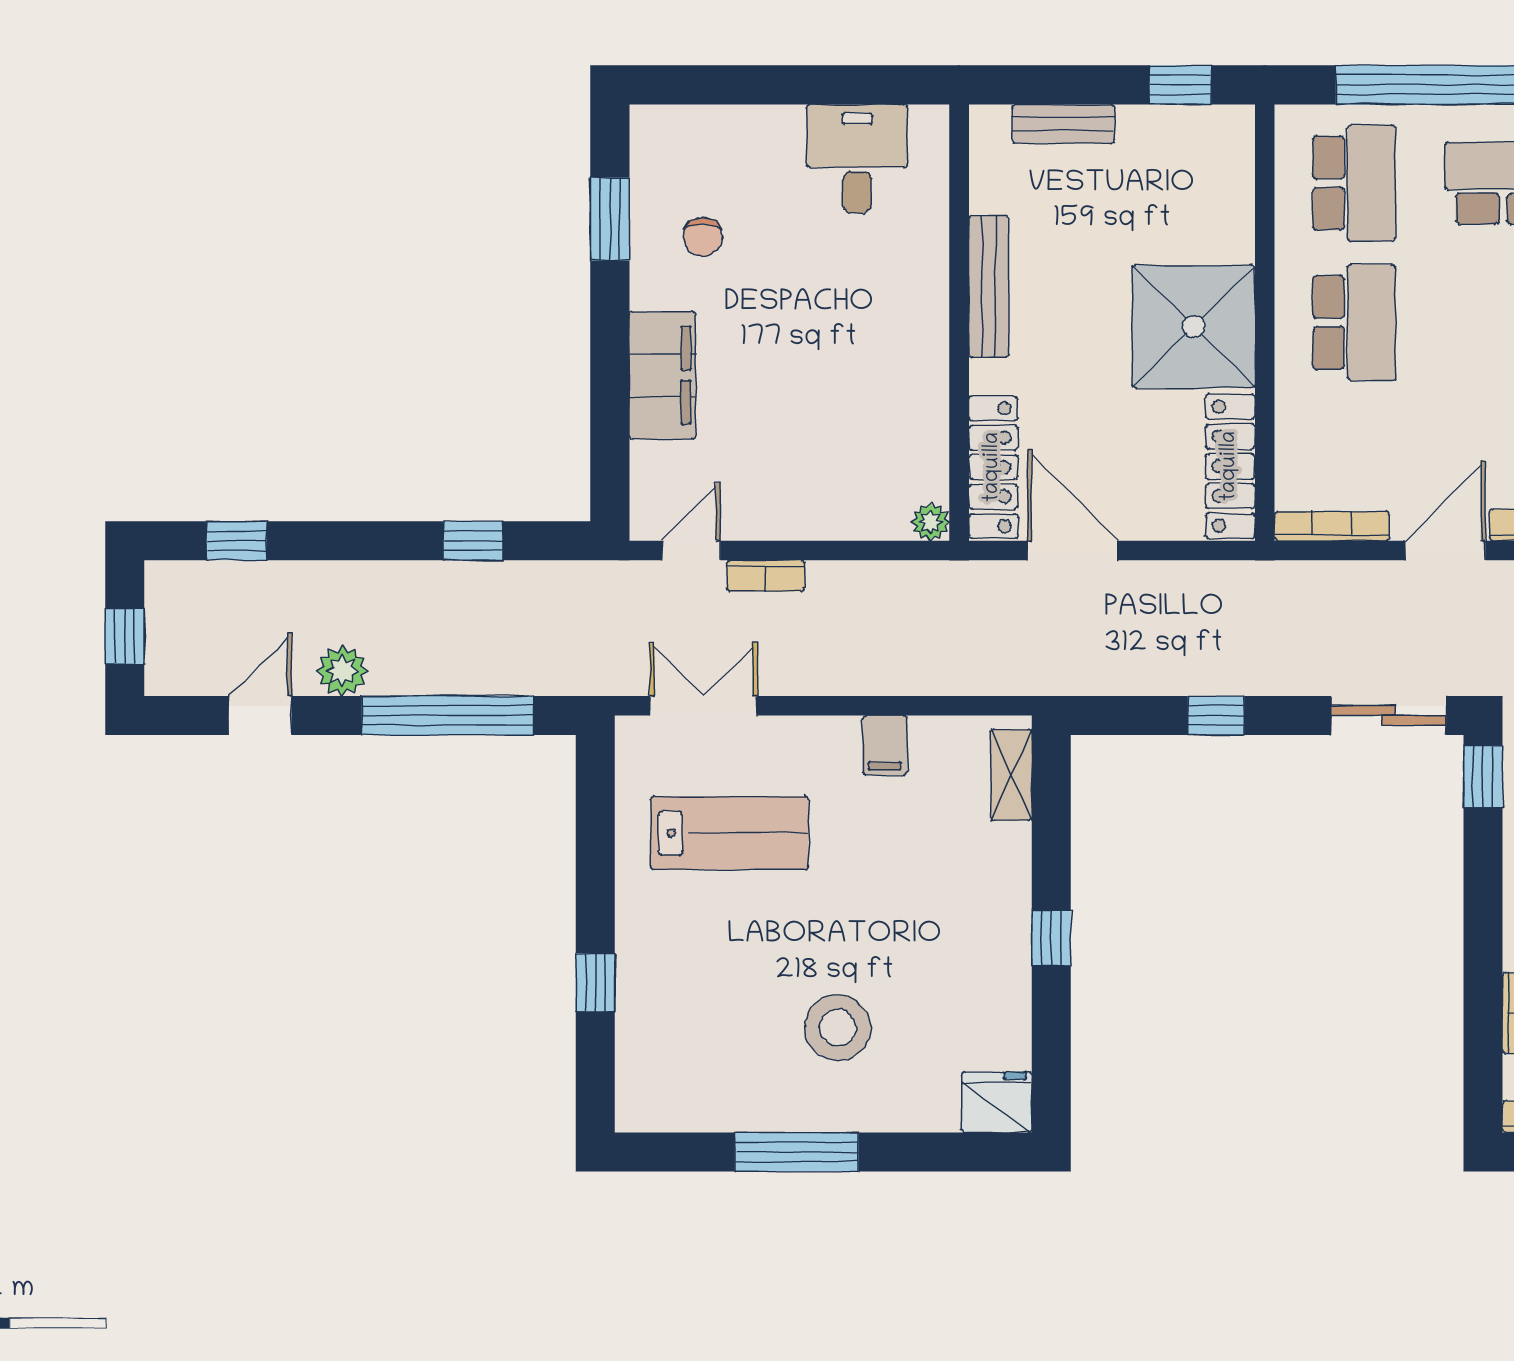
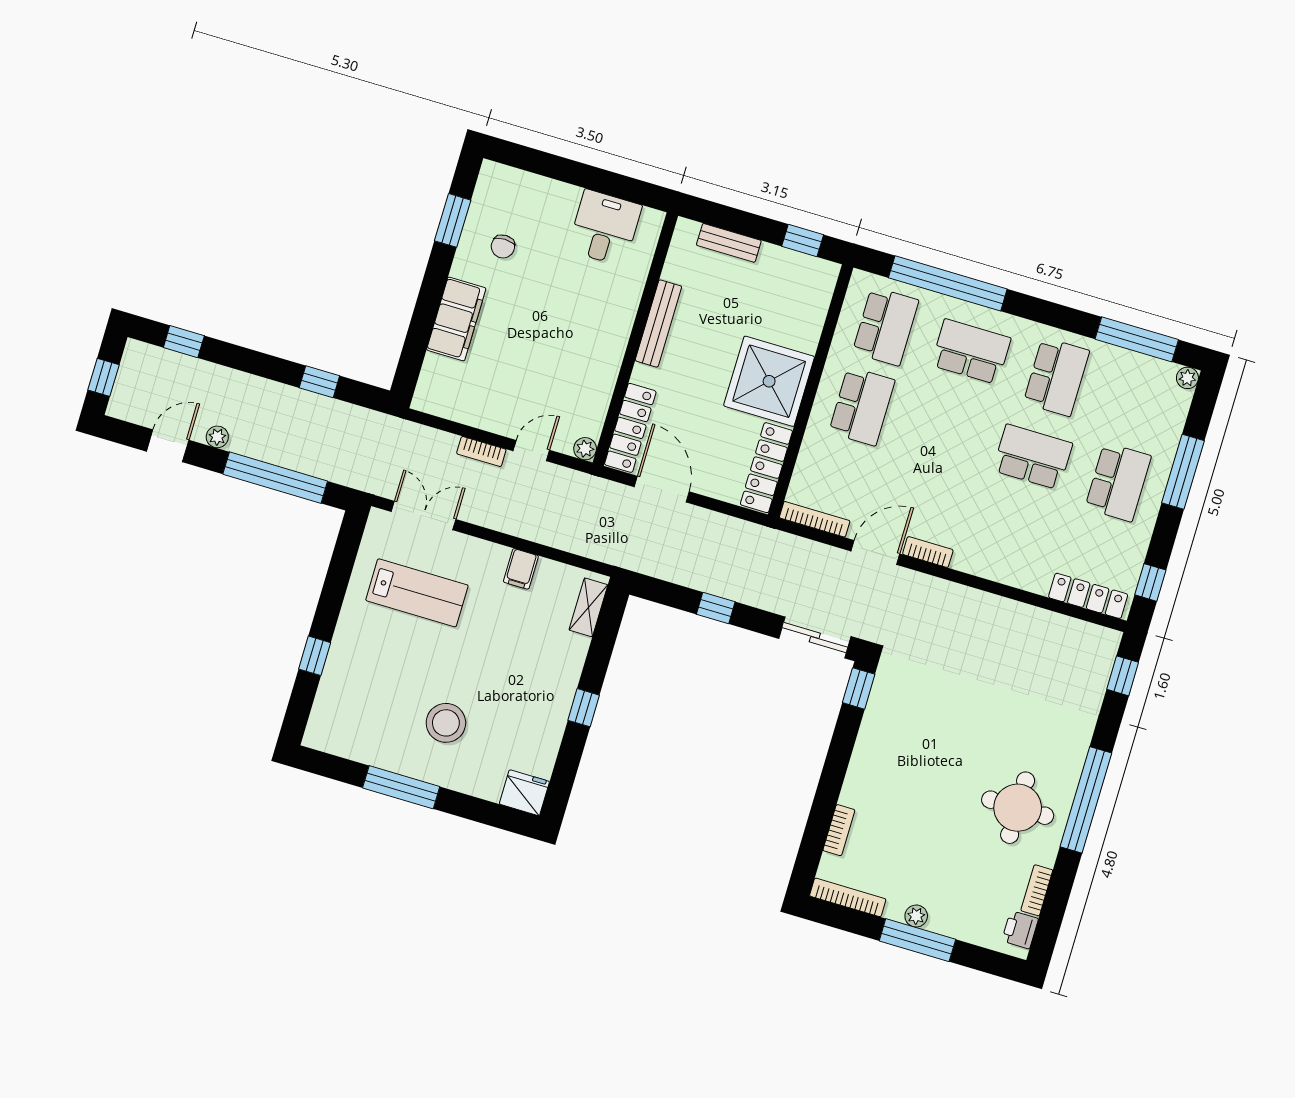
door: (691, 551) -> (531, 451), moved
plant: (342, 671) -> (217, 437), width x0.73, depth x0.73

